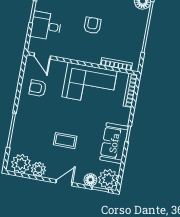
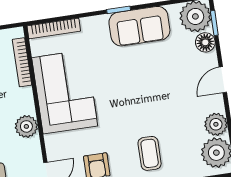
plant: (76, 53) -> (26, 126), added
coffee table: (65, 141) -> (150, 153), moved
door: (64, 183) -> (223, 80), hinge flipped

